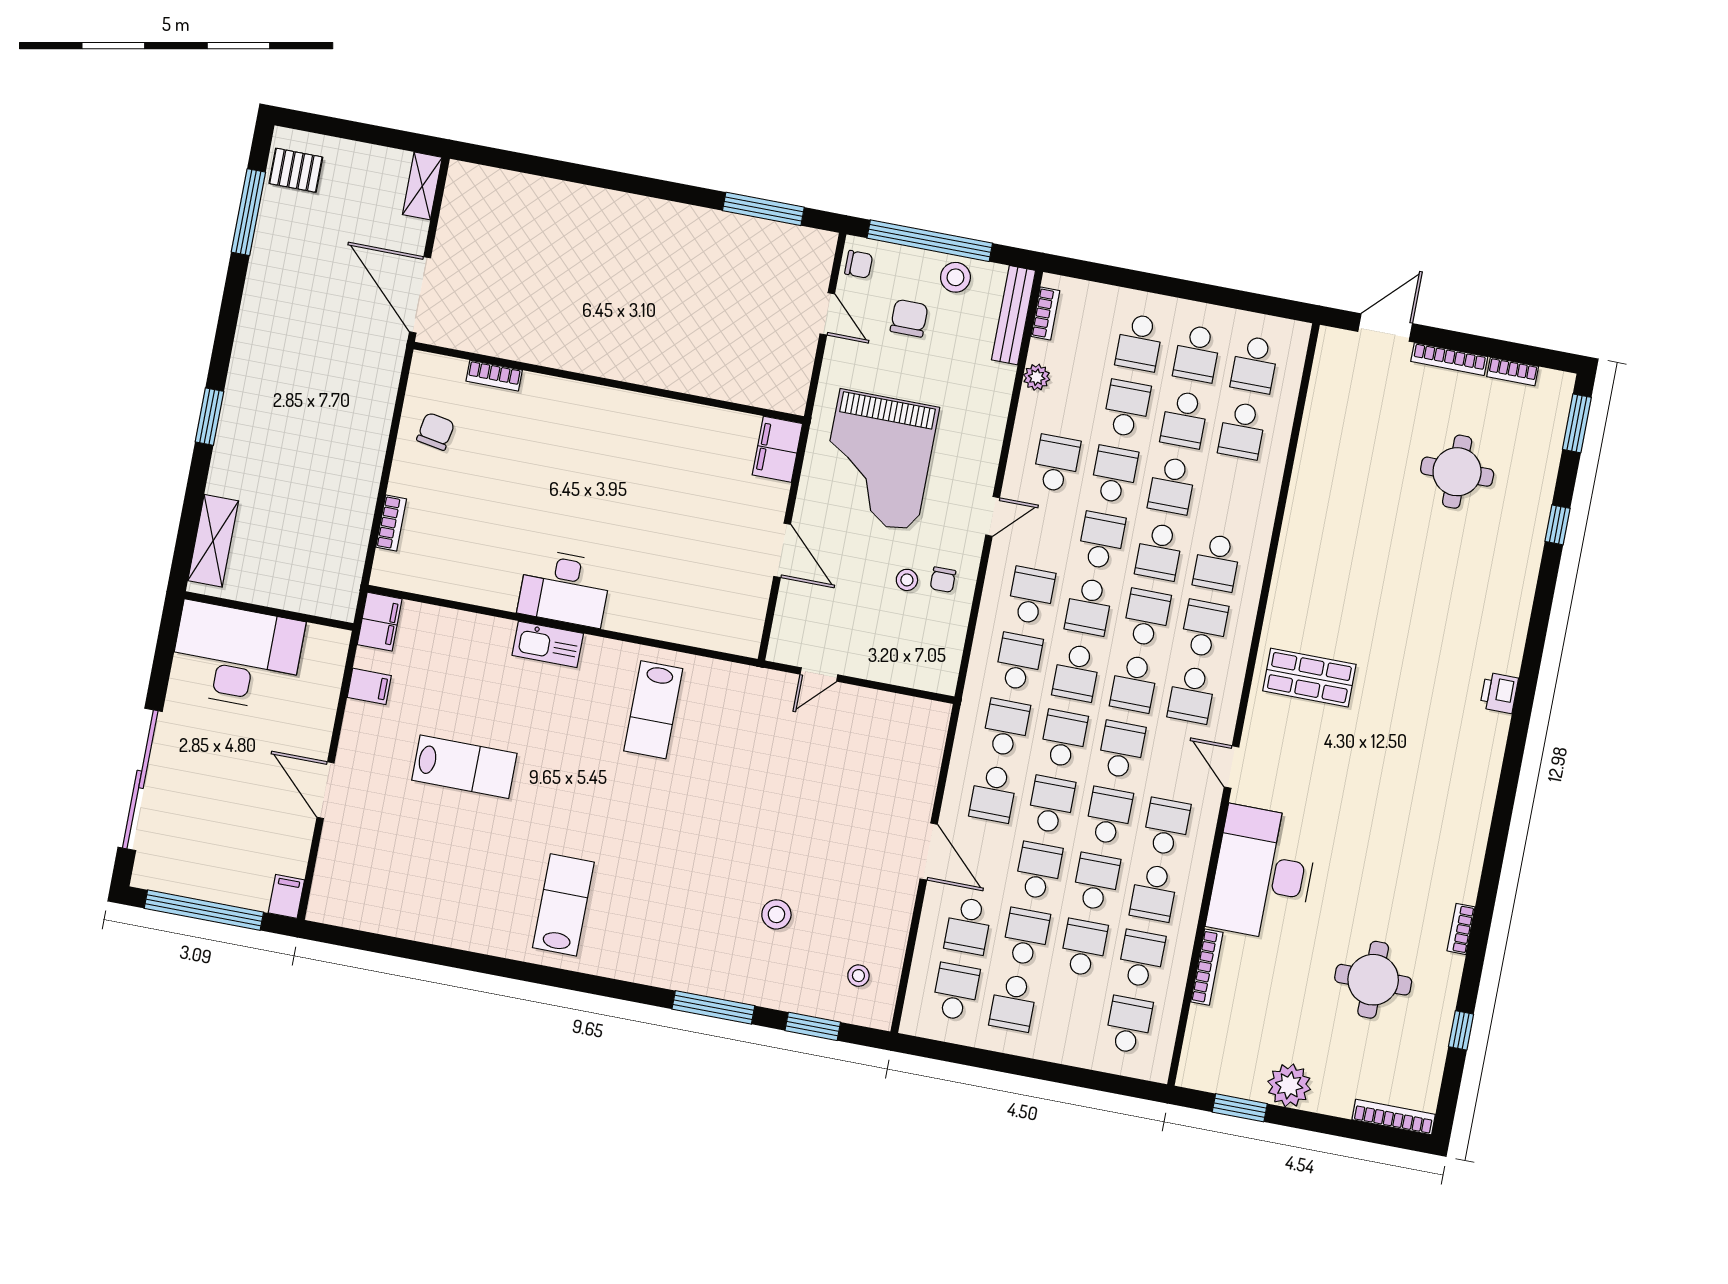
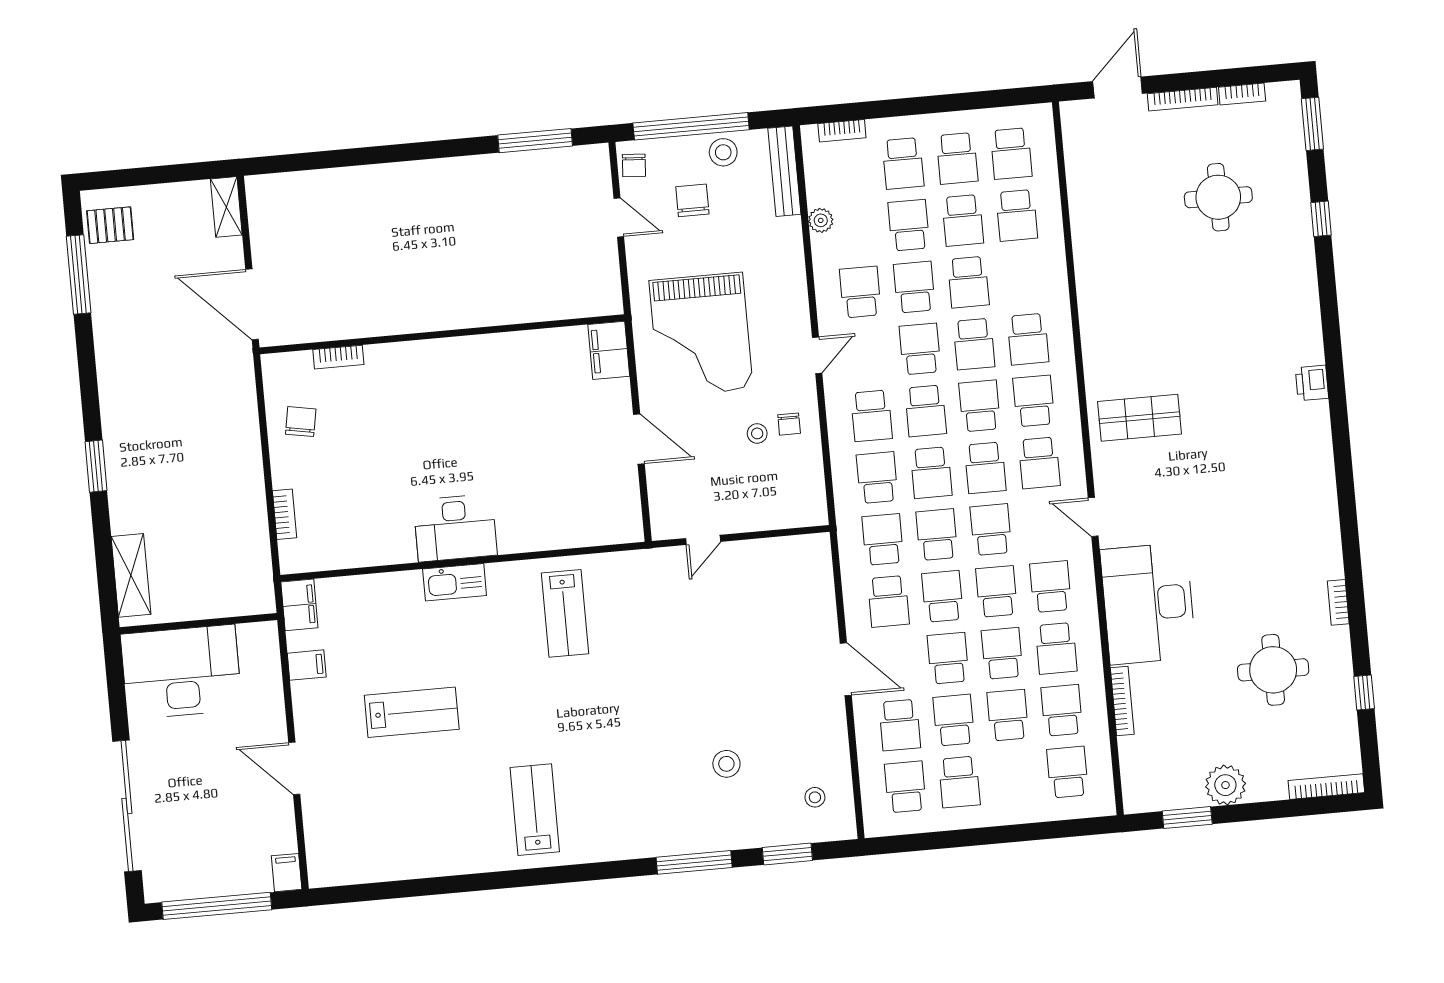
chair: (859, 264) -> (634, 165), turned 94
bookcase: (1045, 313) -> (842, 131), moved, turned 90
school desk: (1031, 596) -> (872, 416), turned 180

